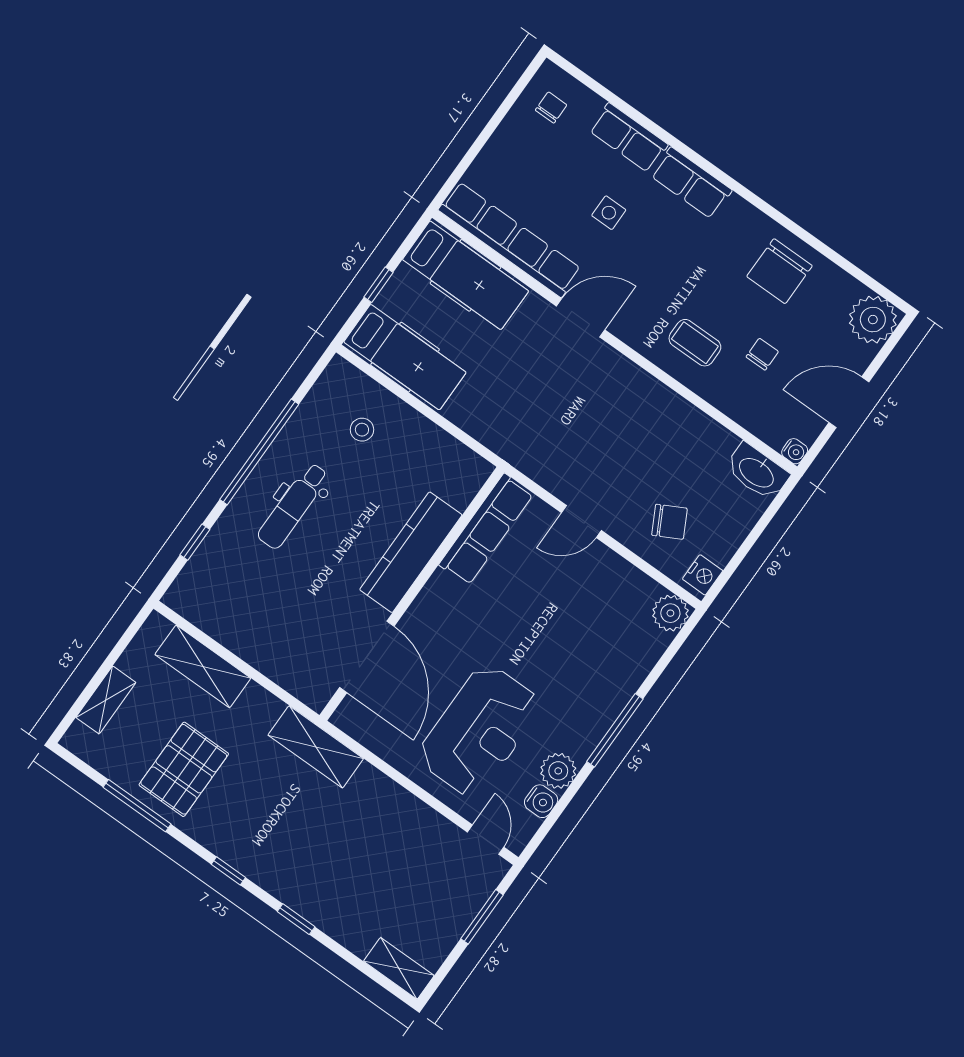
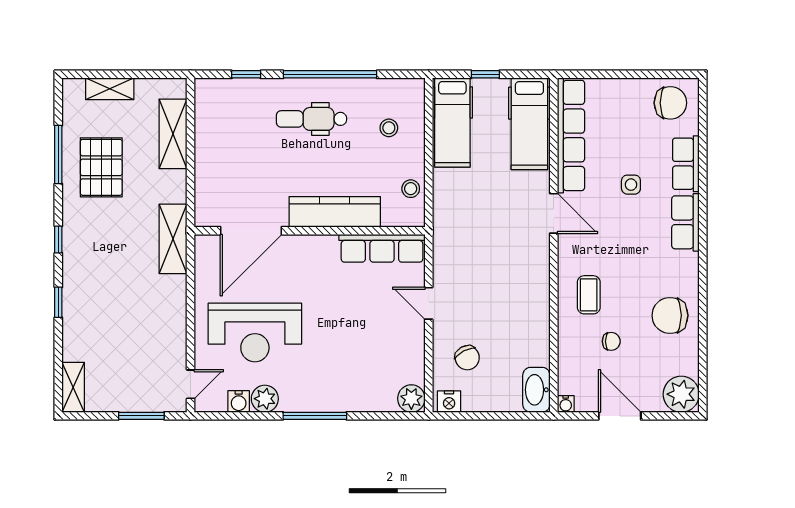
chair: (551, 107) -> (670, 103), width x1.87, depth x1.87
stool: (444, 453) -> (411, 189), added
pallet: (184, 769) -> (101, 167), turned 90

